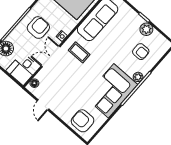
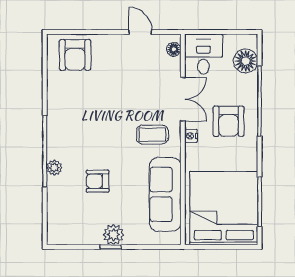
plant: (146, 29) -> (113, 235), moved
armchair: (141, 52) -> (98, 181), moved
corner sofa: (111, 91) -> (73, 122), removed
armchair: (83, 121) -> (75, 55), turned 90

